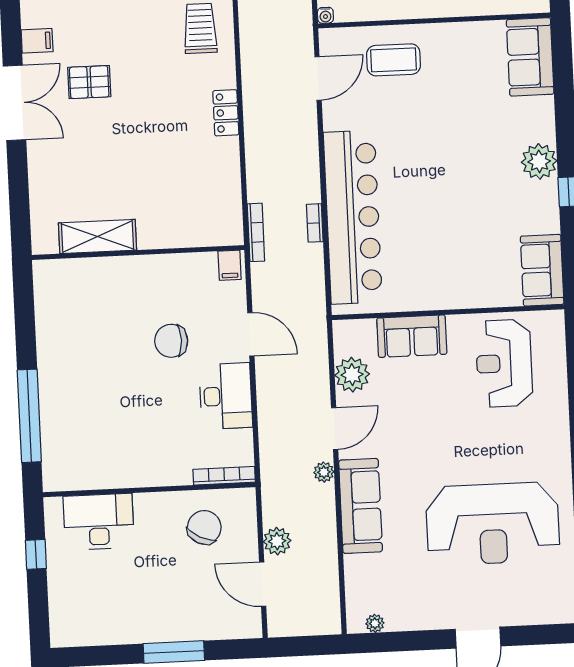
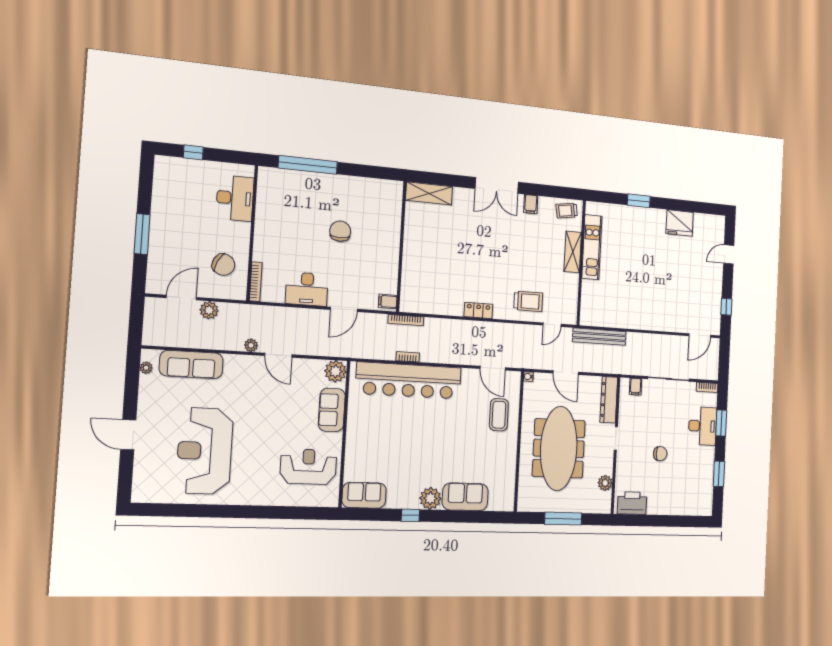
sofa: (530, 57) -> (465, 497), moved
pallet: (89, 82) -> (504, 231), removed
shelving: (98, 237) -> (429, 193), moved, turned 90
chair: (171, 341) -> (340, 231), moved
plant: (352, 375) -> (336, 371), moved
sofa: (361, 506) -> (191, 364), moved
window: (36, 554) -> (193, 152), moved

